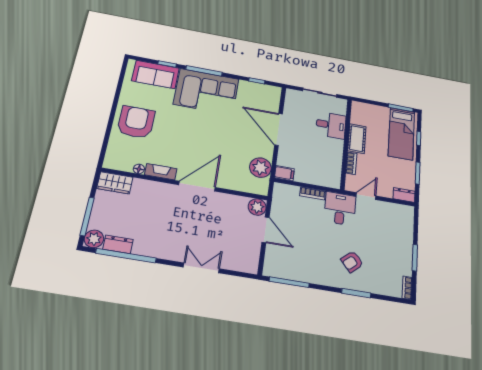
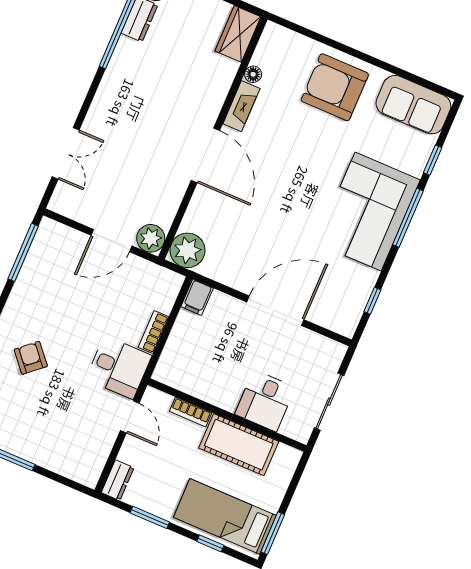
sofa: (156, 74) -> (413, 105), moved, turned -90
armchair: (136, 122) -> (335, 87), turned 180
cot: (357, 139) -> (239, 445), width x1.37, depth x1.34
plant: (260, 168) -> (188, 250), moved
double door: (201, 268) -> (66, 153), moved

